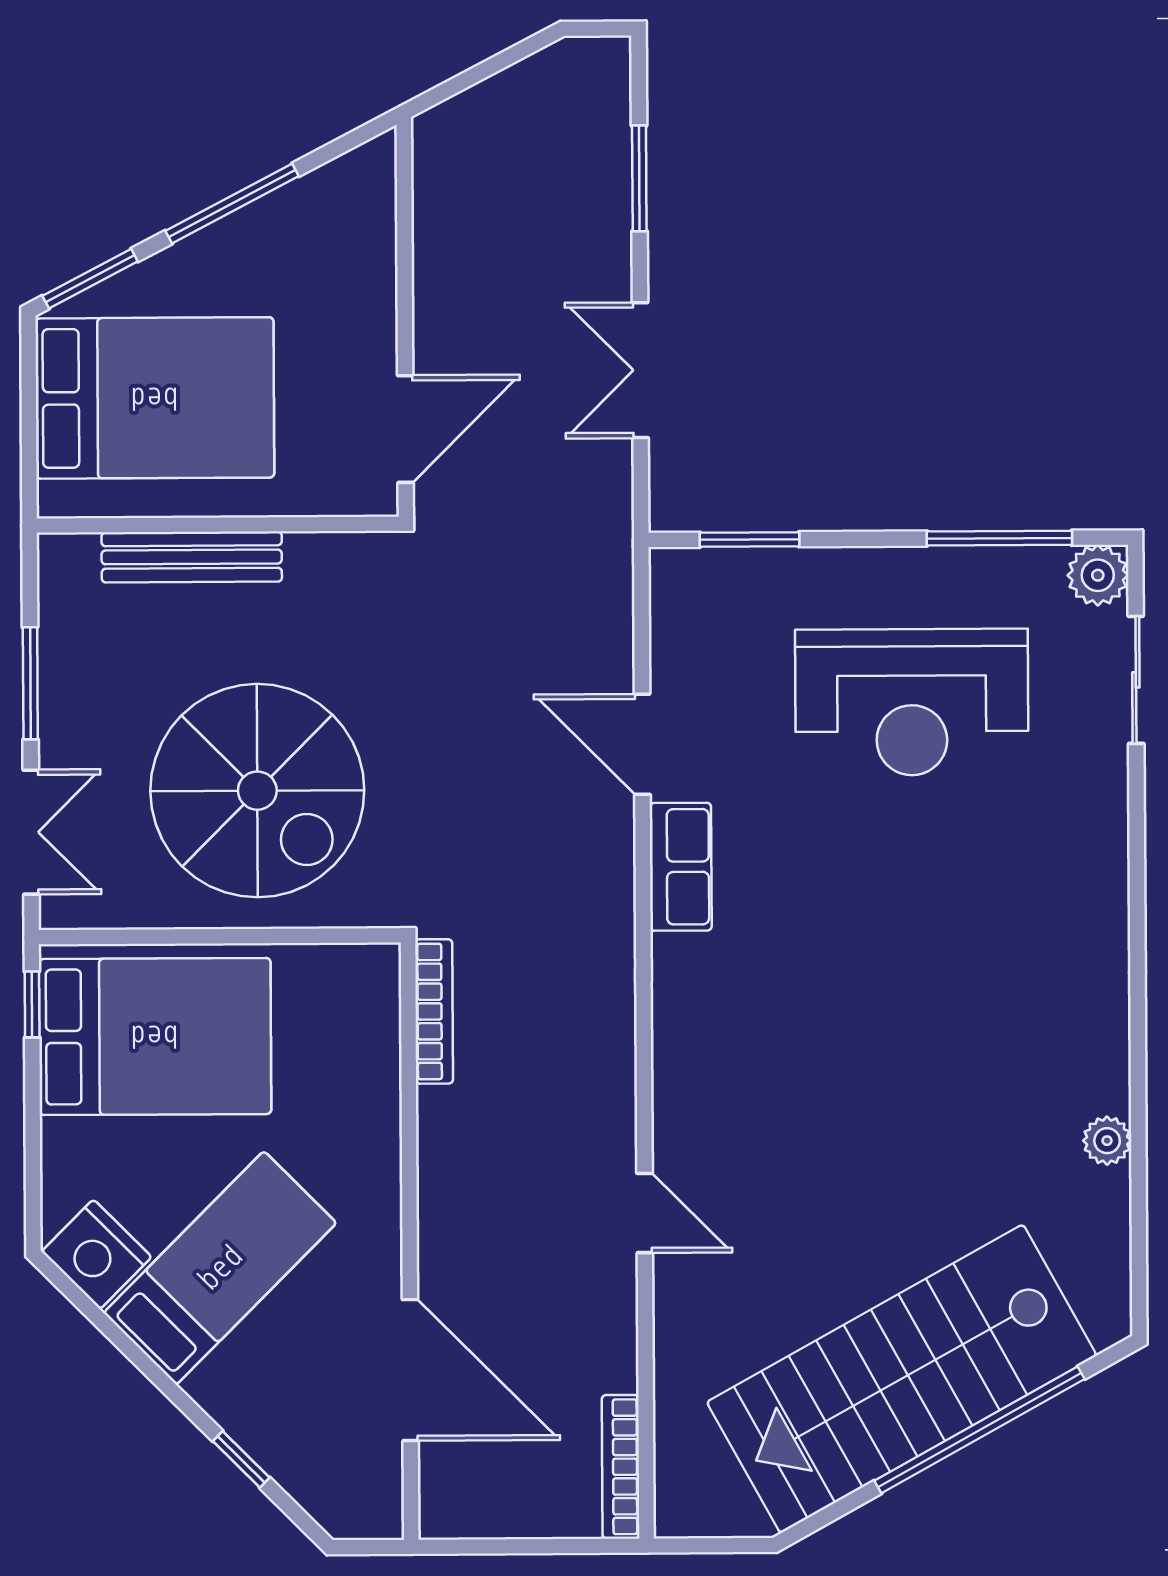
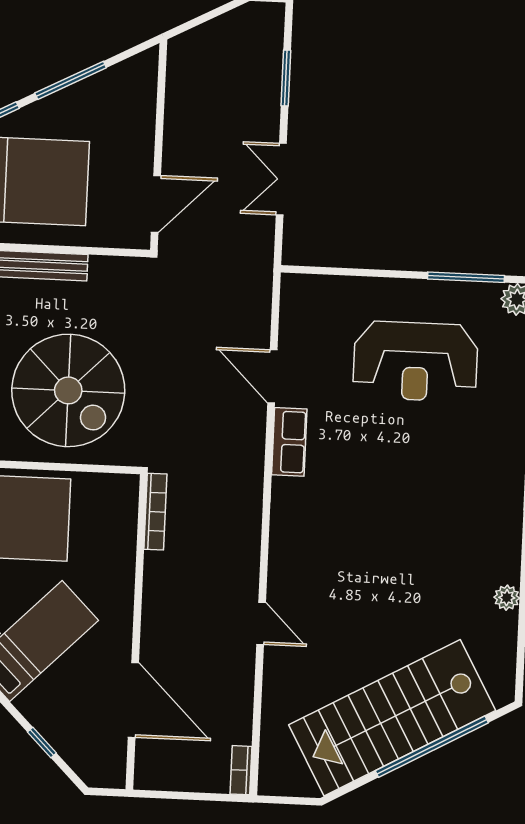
window: (749, 539) -> (334, 271), removed
bookcase: (621, 1467) -> (241, 770), width x0.64

